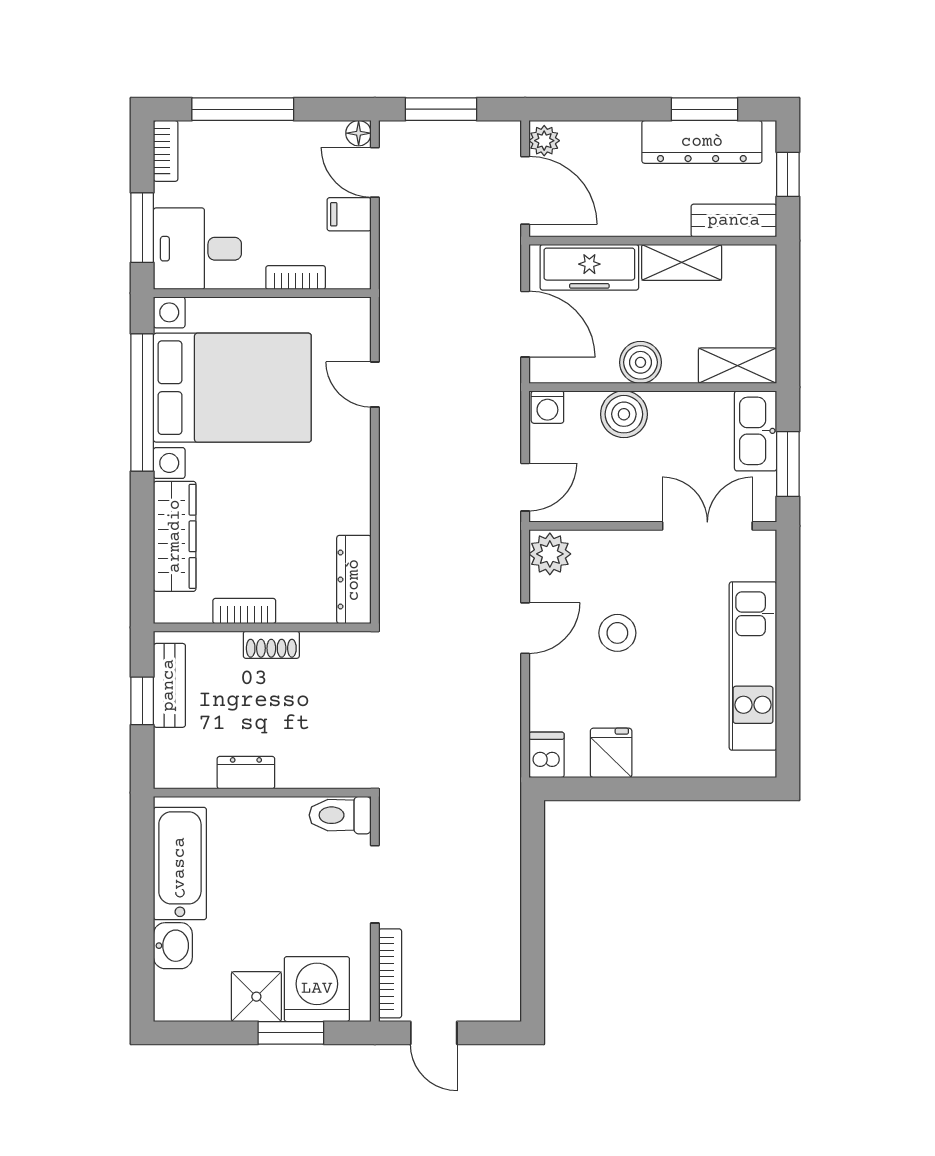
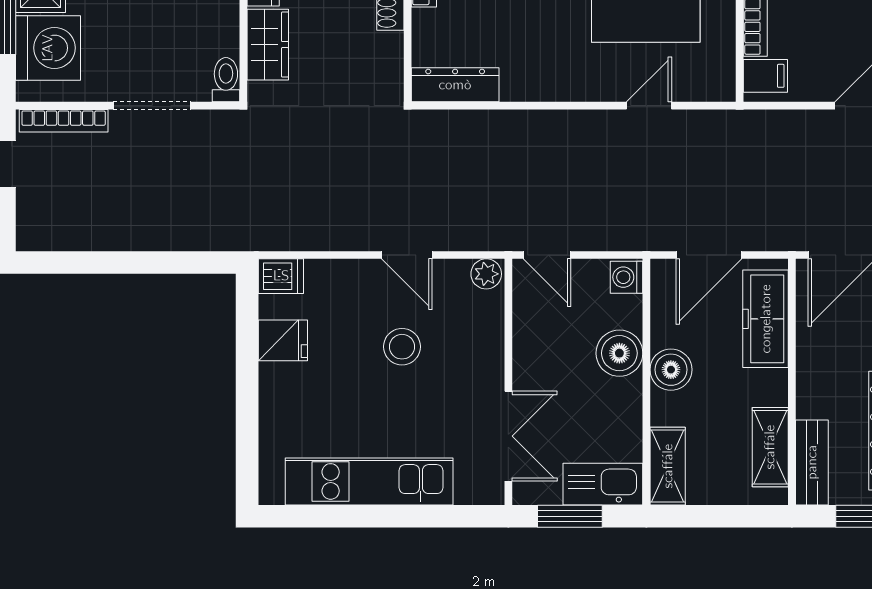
filing cabinet: (349, 214) -> (765, 76), moved, turned 90
shelving: (682, 262) -> (770, 447), moved
plant: (550, 554) -> (486, 274), width x0.73, depth x0.73
wardrobe: (313, 768) -> (268, 45), added
toilet: (340, 815) -> (226, 80), width x0.73, depth x0.72

